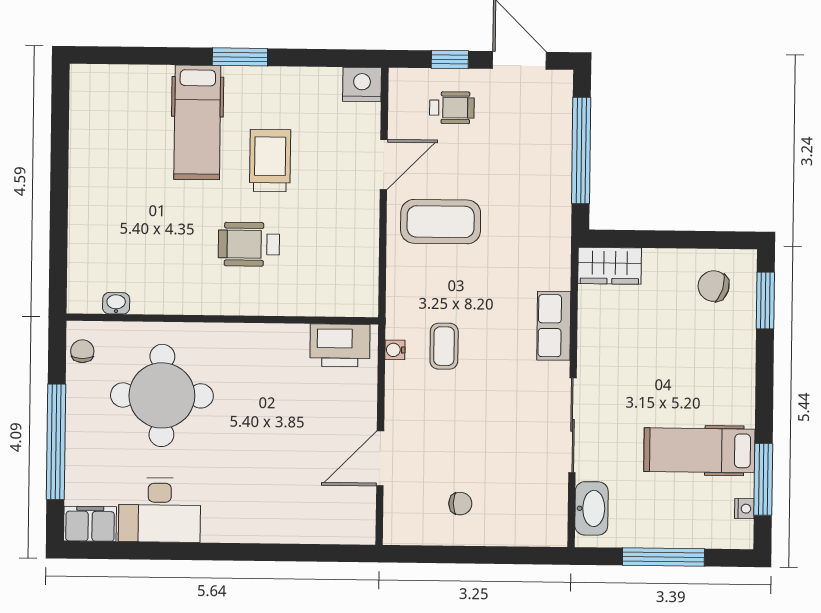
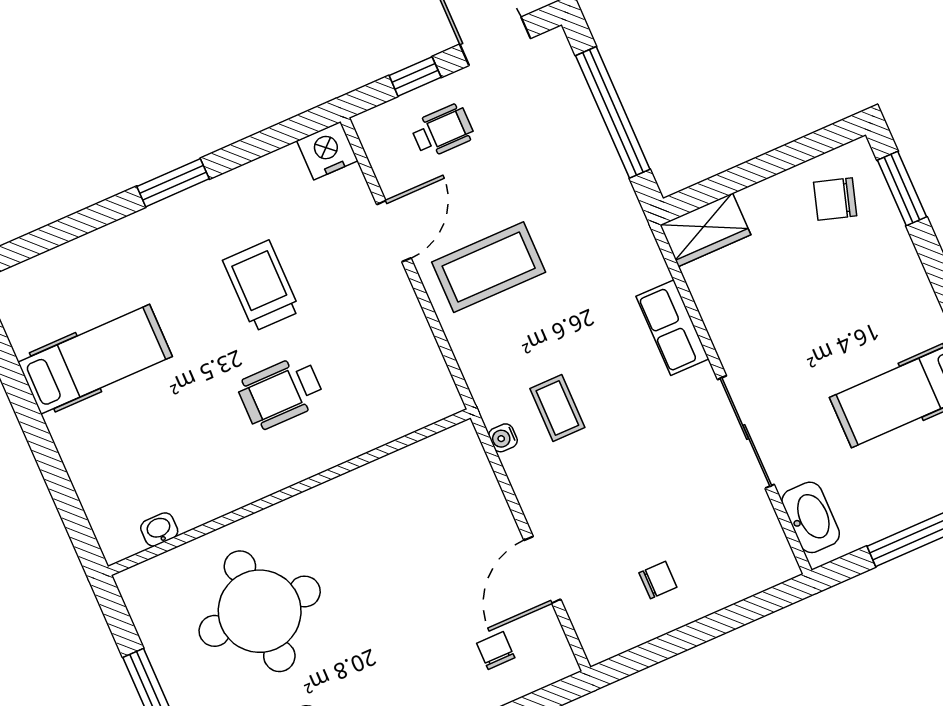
hospital bed: (197, 122) -> (95, 359), moved, turned -90
printer: (340, 345) -> (438, 461), removed
chair: (82, 351) -> (496, 651), moved

